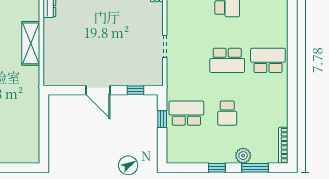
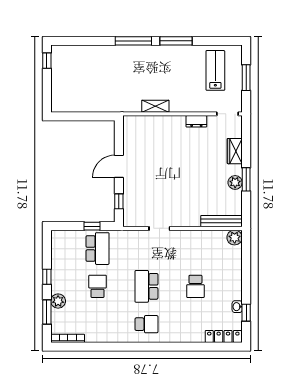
shelving: (31, 43) -> (155, 106), width x0.67, depth x0.75
school desk: (268, 60) -> (146, 324), width x0.54
school desk: (227, 113) -> (98, 286), turned 90

